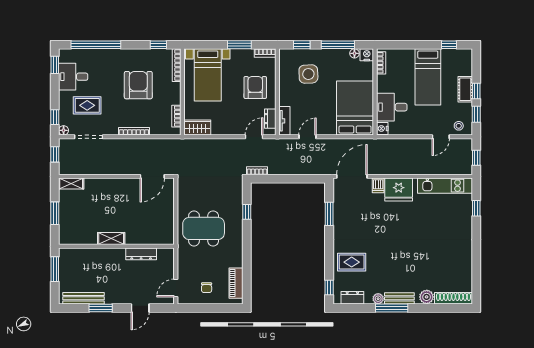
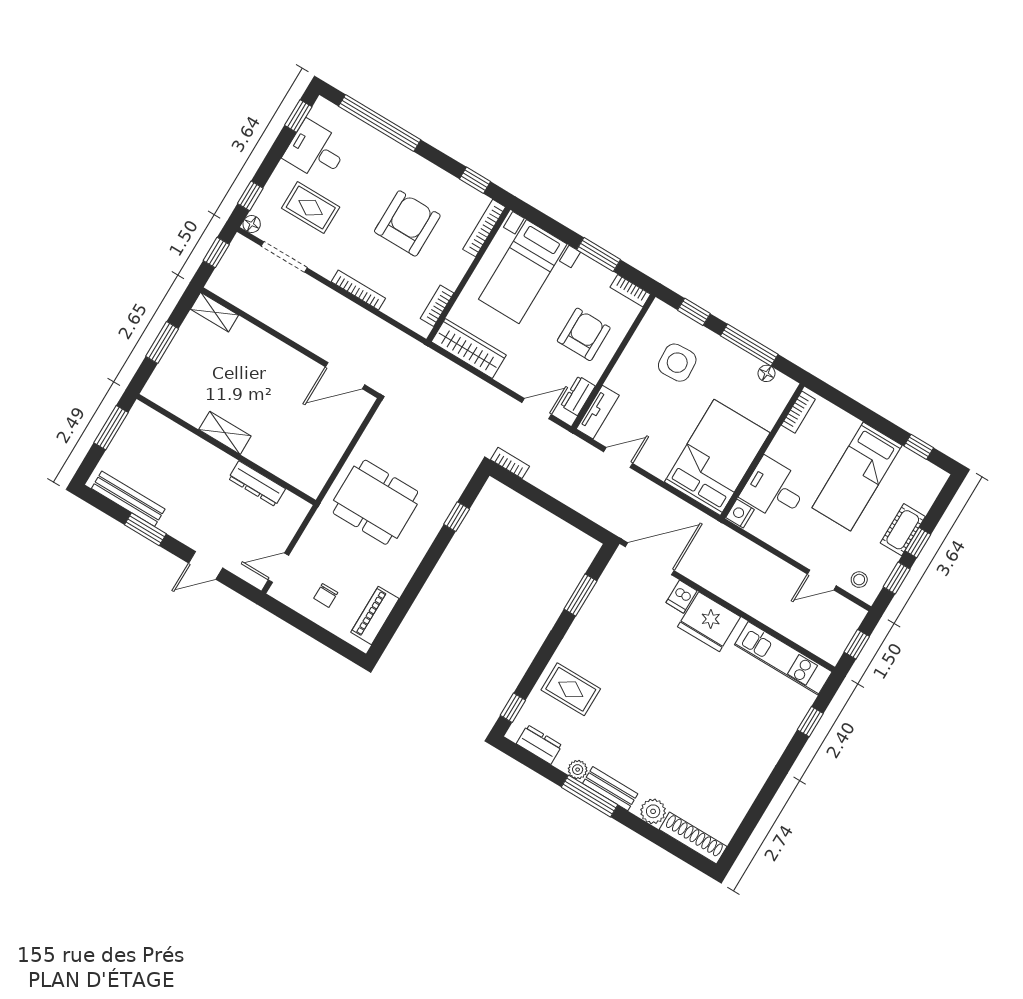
nightstand: (367, 55) -> (784, 387), removed
wardrobe: (197, 127) -> (469, 348), width x1.50

